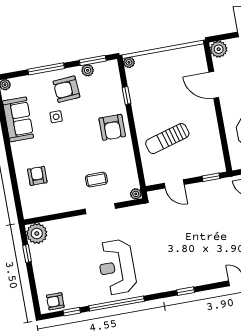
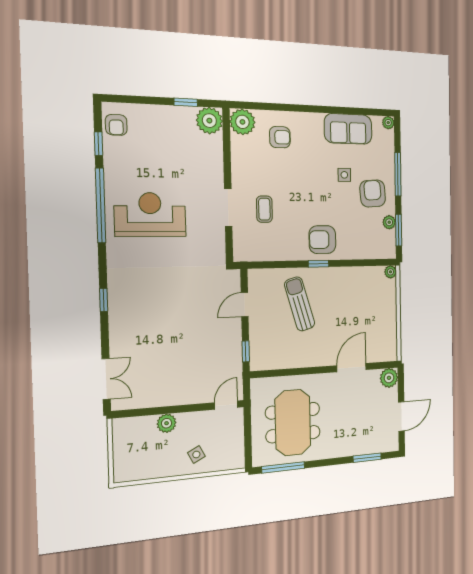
window: (126, 95) -> (319, 264), moved
plant: (136, 194) -> (242, 122), moved, width x1.88, depth x1.88
armchair: (55, 301) -> (116, 125), turned 180

